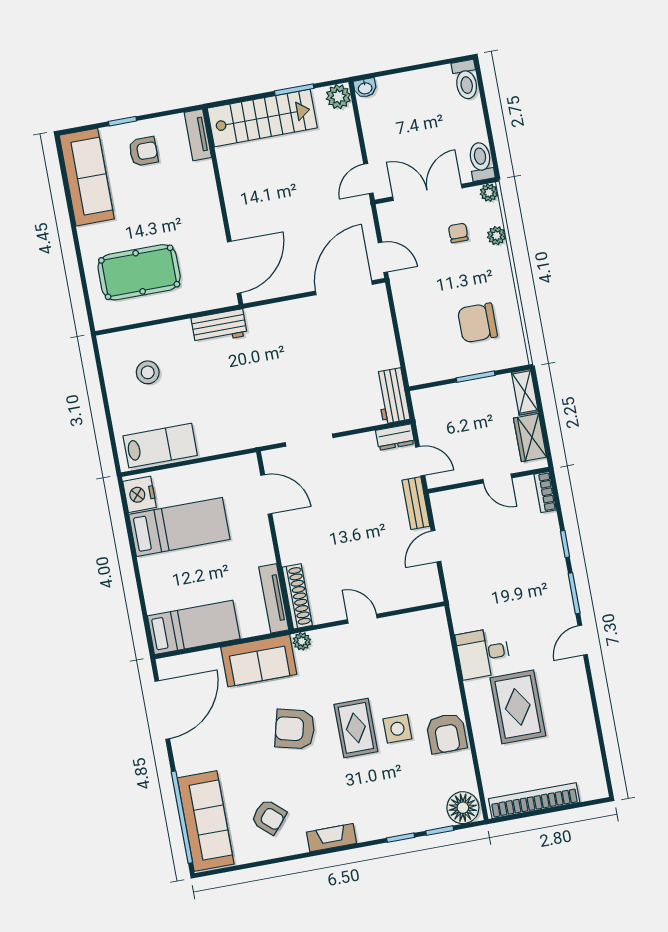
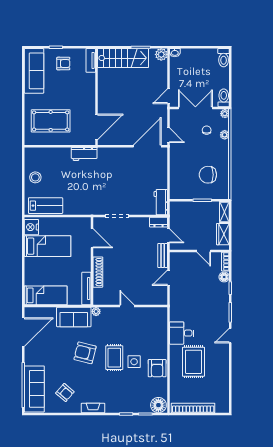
stool: (148, 372) -> (35, 177), moved
floor lamp: (548, 524) -> (224, 277), added
shoe rack: (297, 596) -> (98, 272), moved

